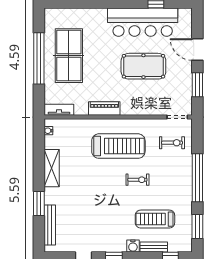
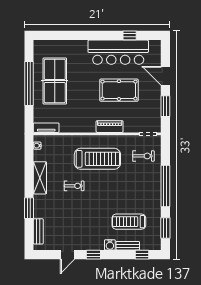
piano: (104, 109) -> (110, 127), moved
exercise bike: (137, 180) -> (74, 186), moved
bench: (50, 225) -> (38, 231), width x0.73

